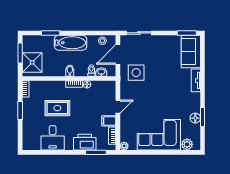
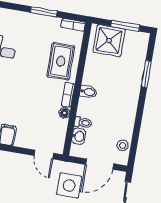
bathtub: (71, 43) -> (128, 100), removed
door: (118, 54) -> (99, 164), swing flipped
door: (118, 107) -> (44, 154), moved
rug: (57, 108) -> (61, 61), moved

